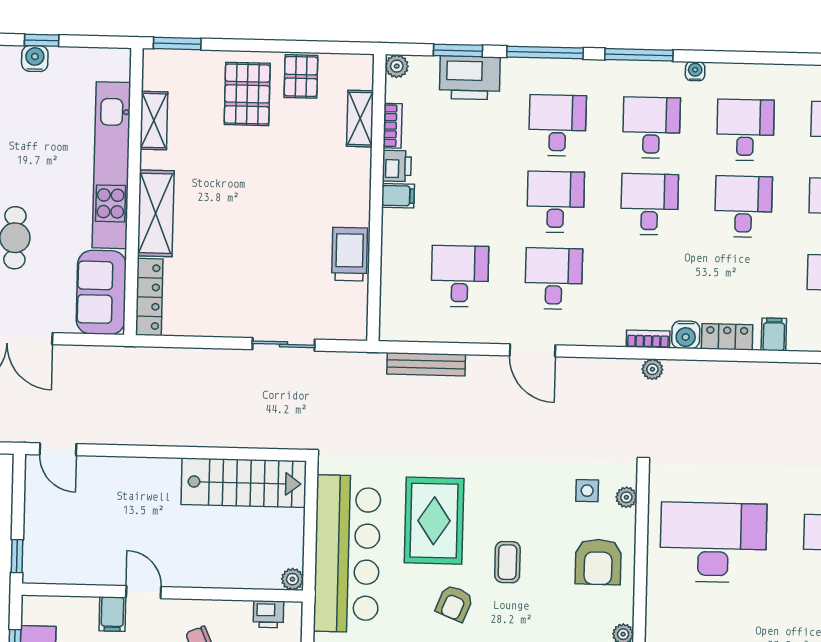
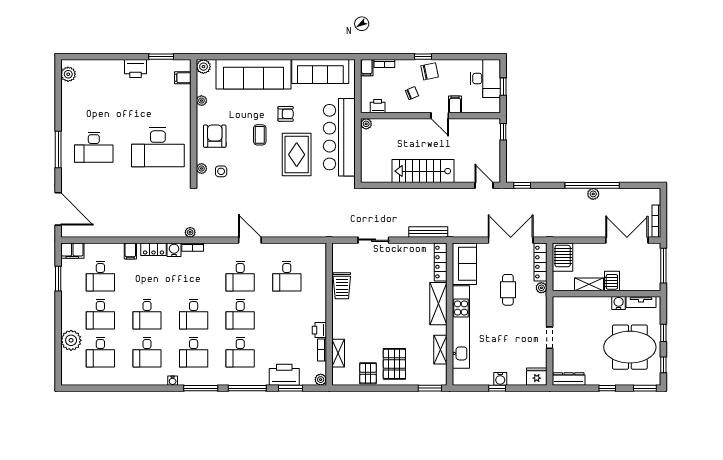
filing cabinet: (398, 196) -> (318, 315), removed
bench: (426, 364) -> (428, 232), moved
stairs: (244, 483) -> (423, 171), moved
armchair: (454, 603) -> (286, 114), turned 68

